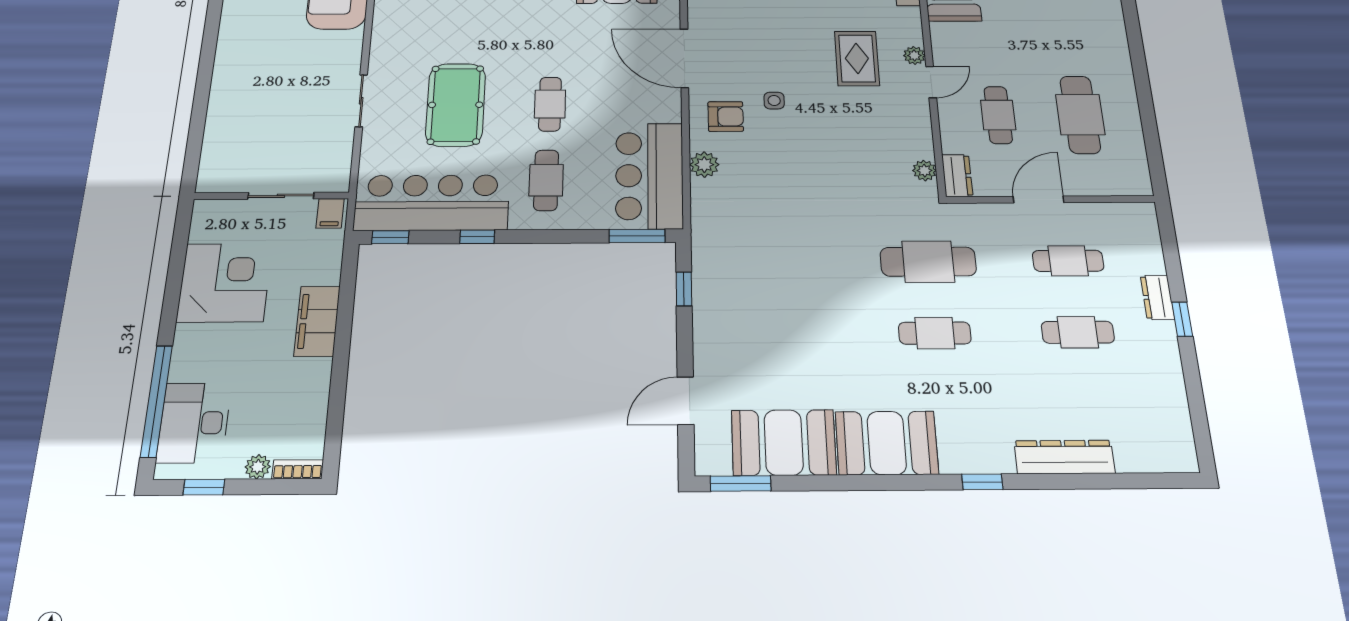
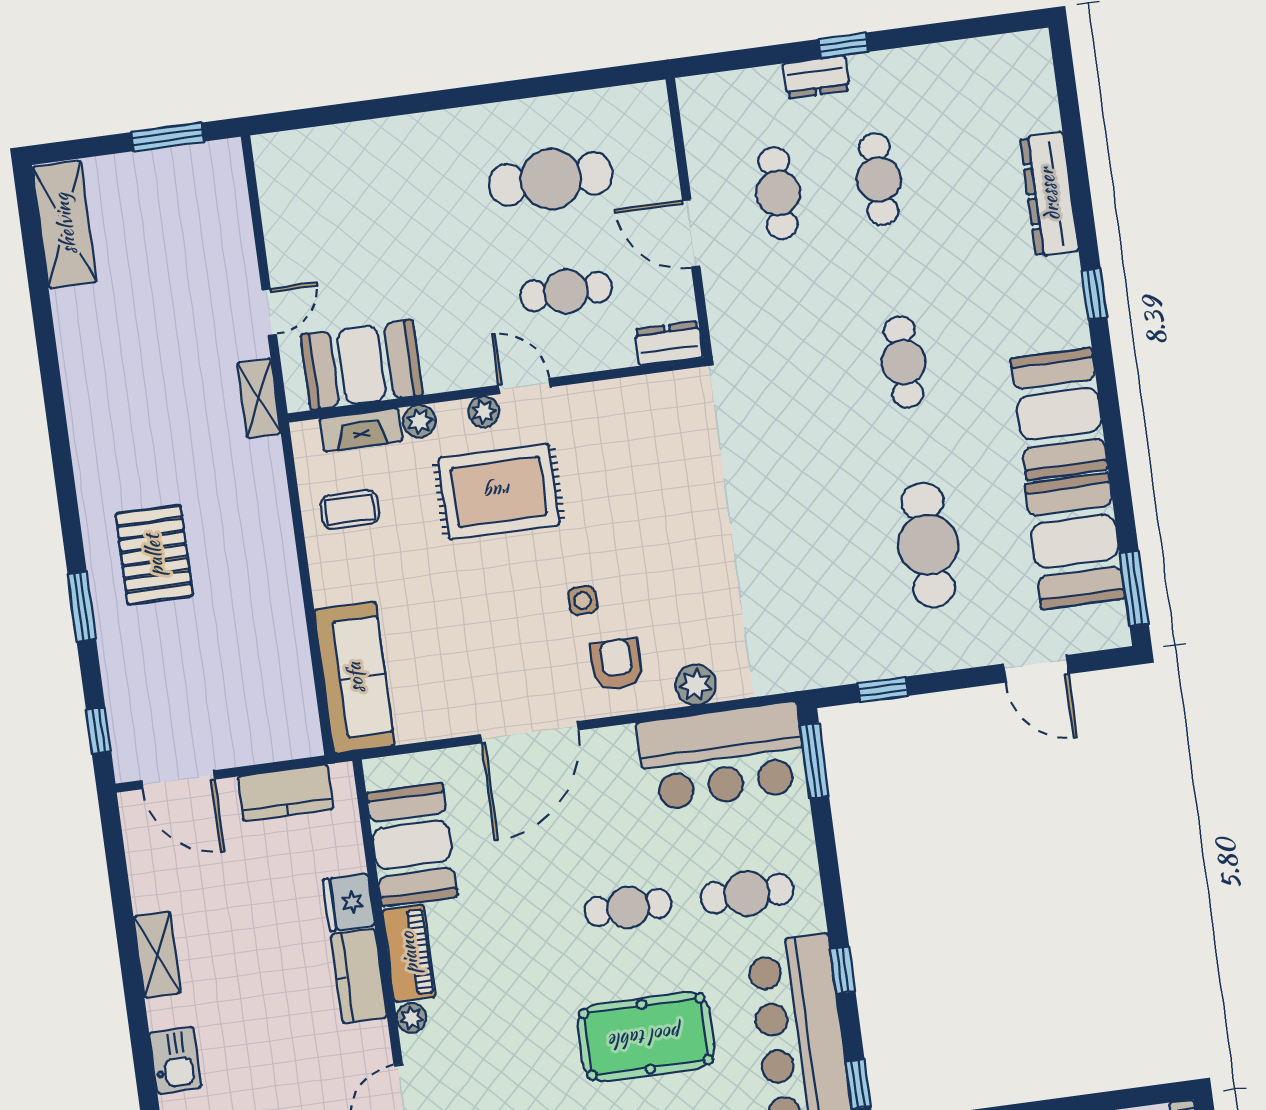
rug: (857, 58) -> (499, 492), width x1.36, depth x1.43
plant: (924, 171) -> (419, 421), moved
cafe table: (928, 262) -> (928, 545), moved

